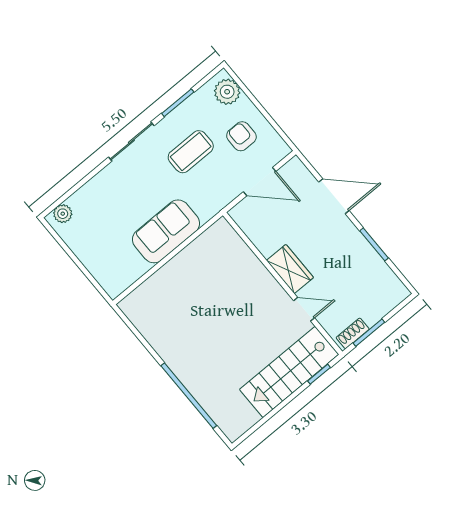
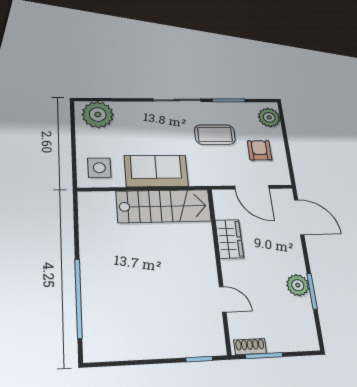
door: (334, 196) -> (299, 217), moved
plant: (63, 214) -> (98, 115), width x1.87, depth x1.87
plant: (359, 248) -> (298, 285), added
side table: (116, 267) -> (99, 168), added
wardrobe: (290, 269) -> (229, 239), moved
stairs: (289, 372) -> (164, 206), moved, turned 180

